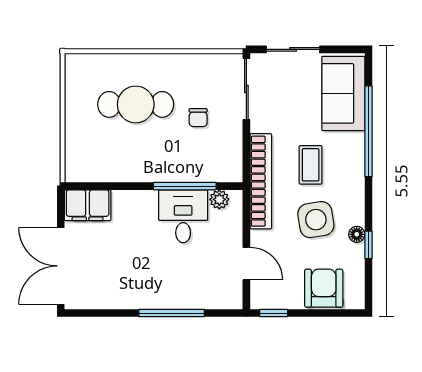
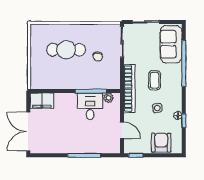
side table: (316, 220) -> (157, 108), width x0.54, depth x0.54

